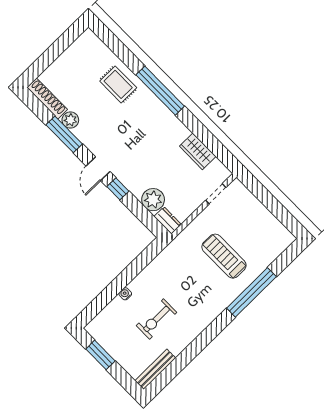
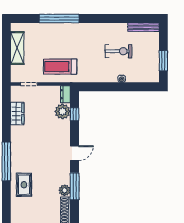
window: (118, 189) -> (75, 114), moved
shelving: (265, 219) -> (17, 48), added
treadmill: (224, 256) -> (60, 67), moved, turned 90

